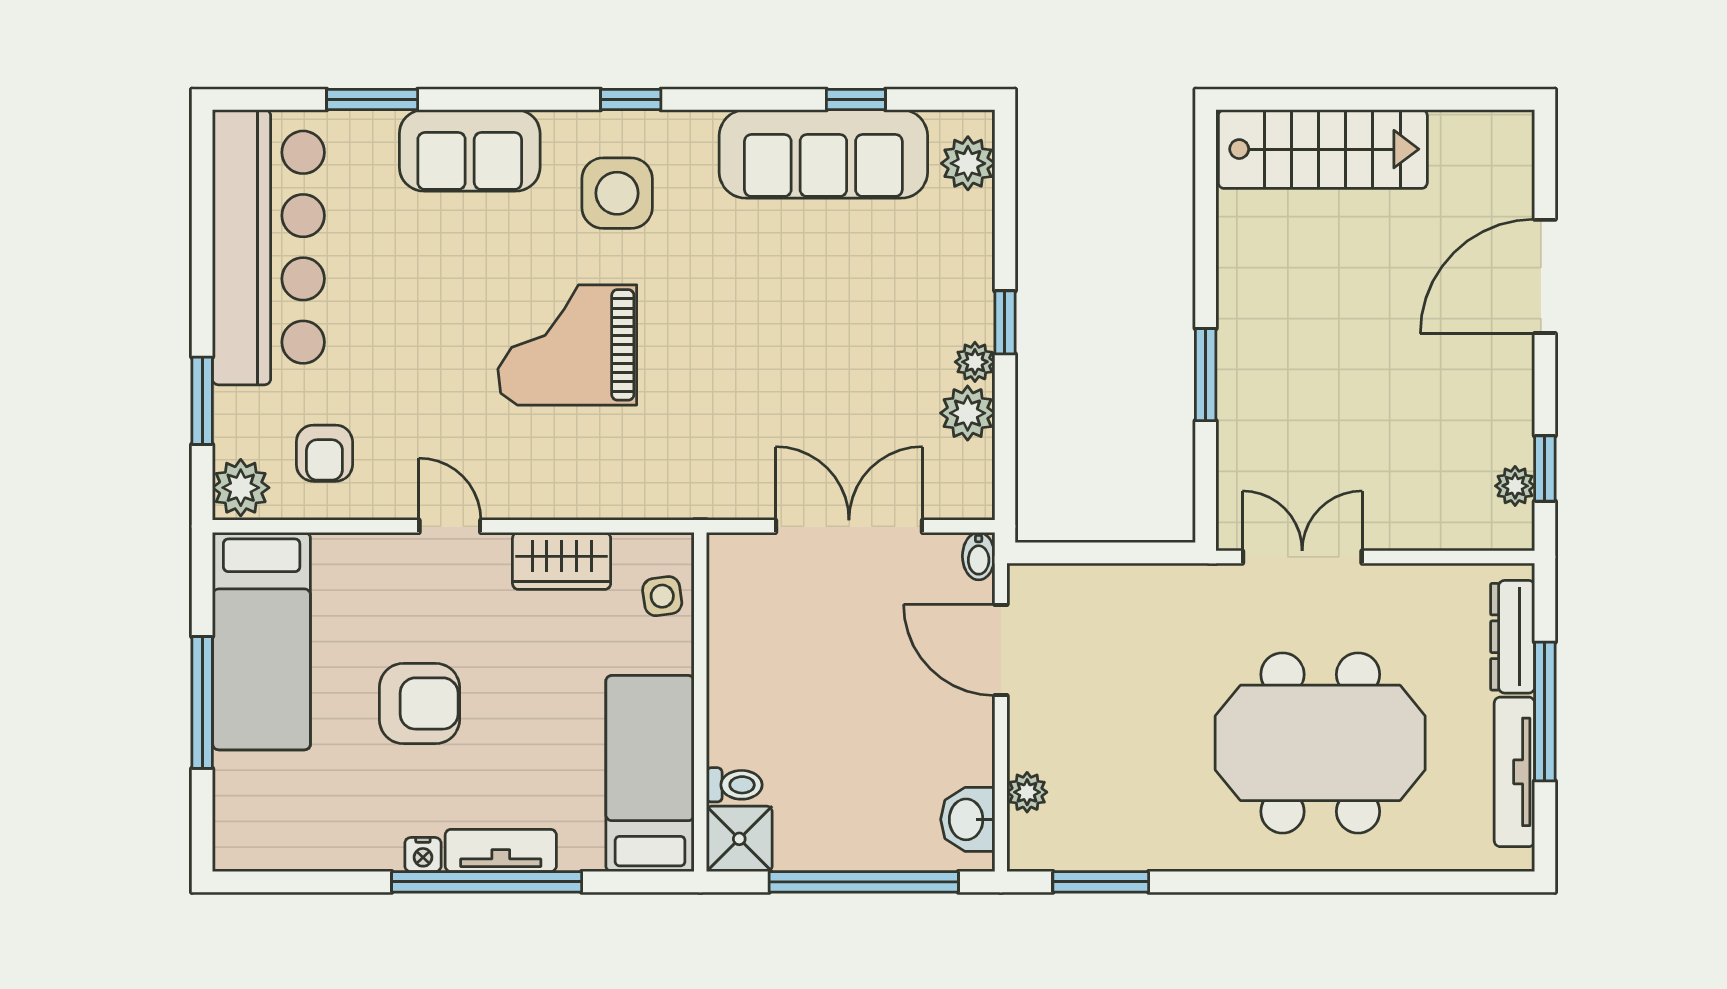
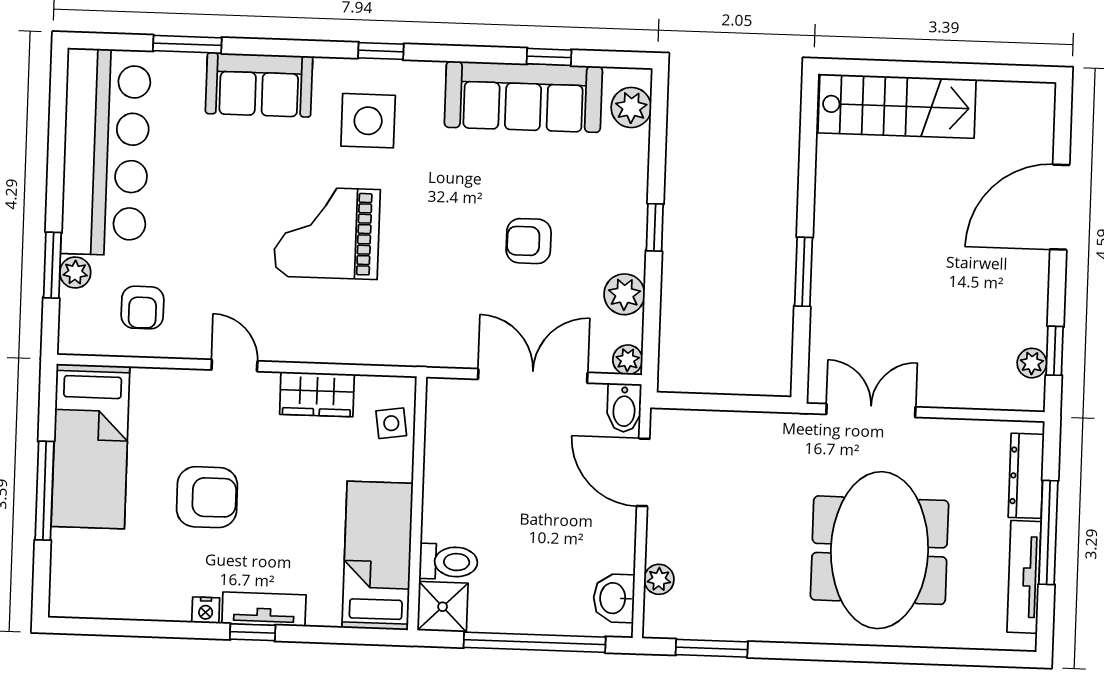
armchair: (837, 346) -> (529, 241), added
plant: (975, 362) -> (628, 360), moved
plant: (241, 488) -> (75, 272), moved, width x0.73, depth x0.73
bidet: (979, 556) -> (624, 408), width x1.38, depth x1.36
meeting table: (1320, 743) -> (880, 550), turned 90
toilet: (734, 785) -> (448, 562), width x1.37, depth x1.39
window: (487, 882) -> (253, 632), width x0.32

